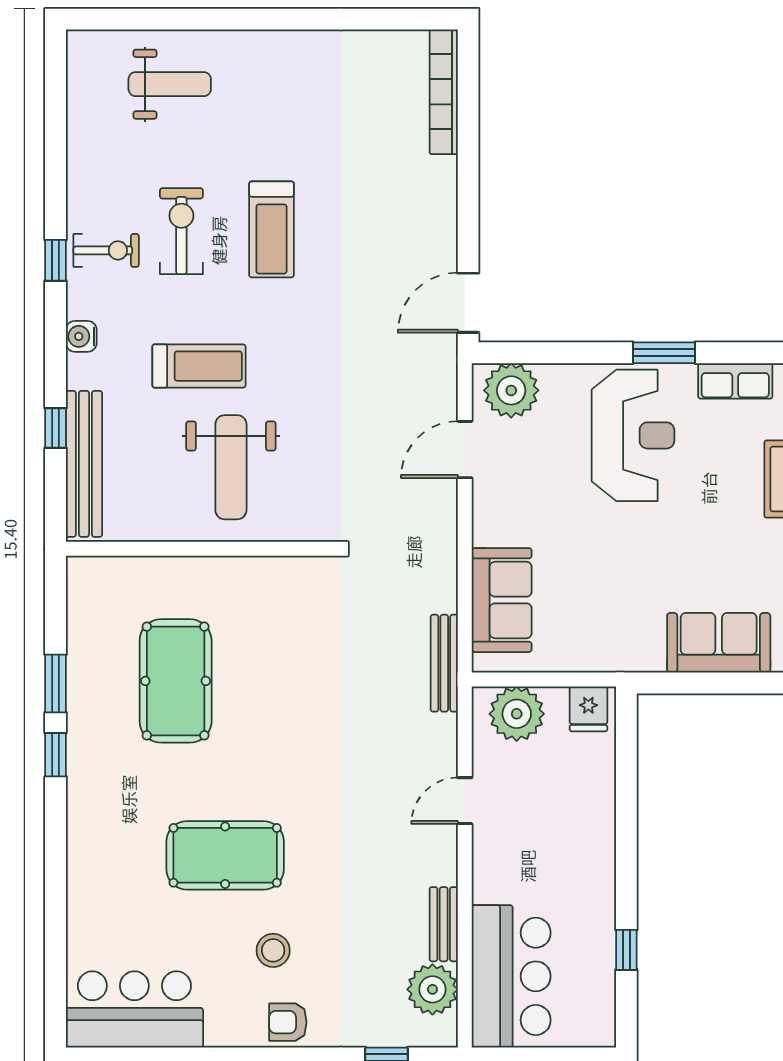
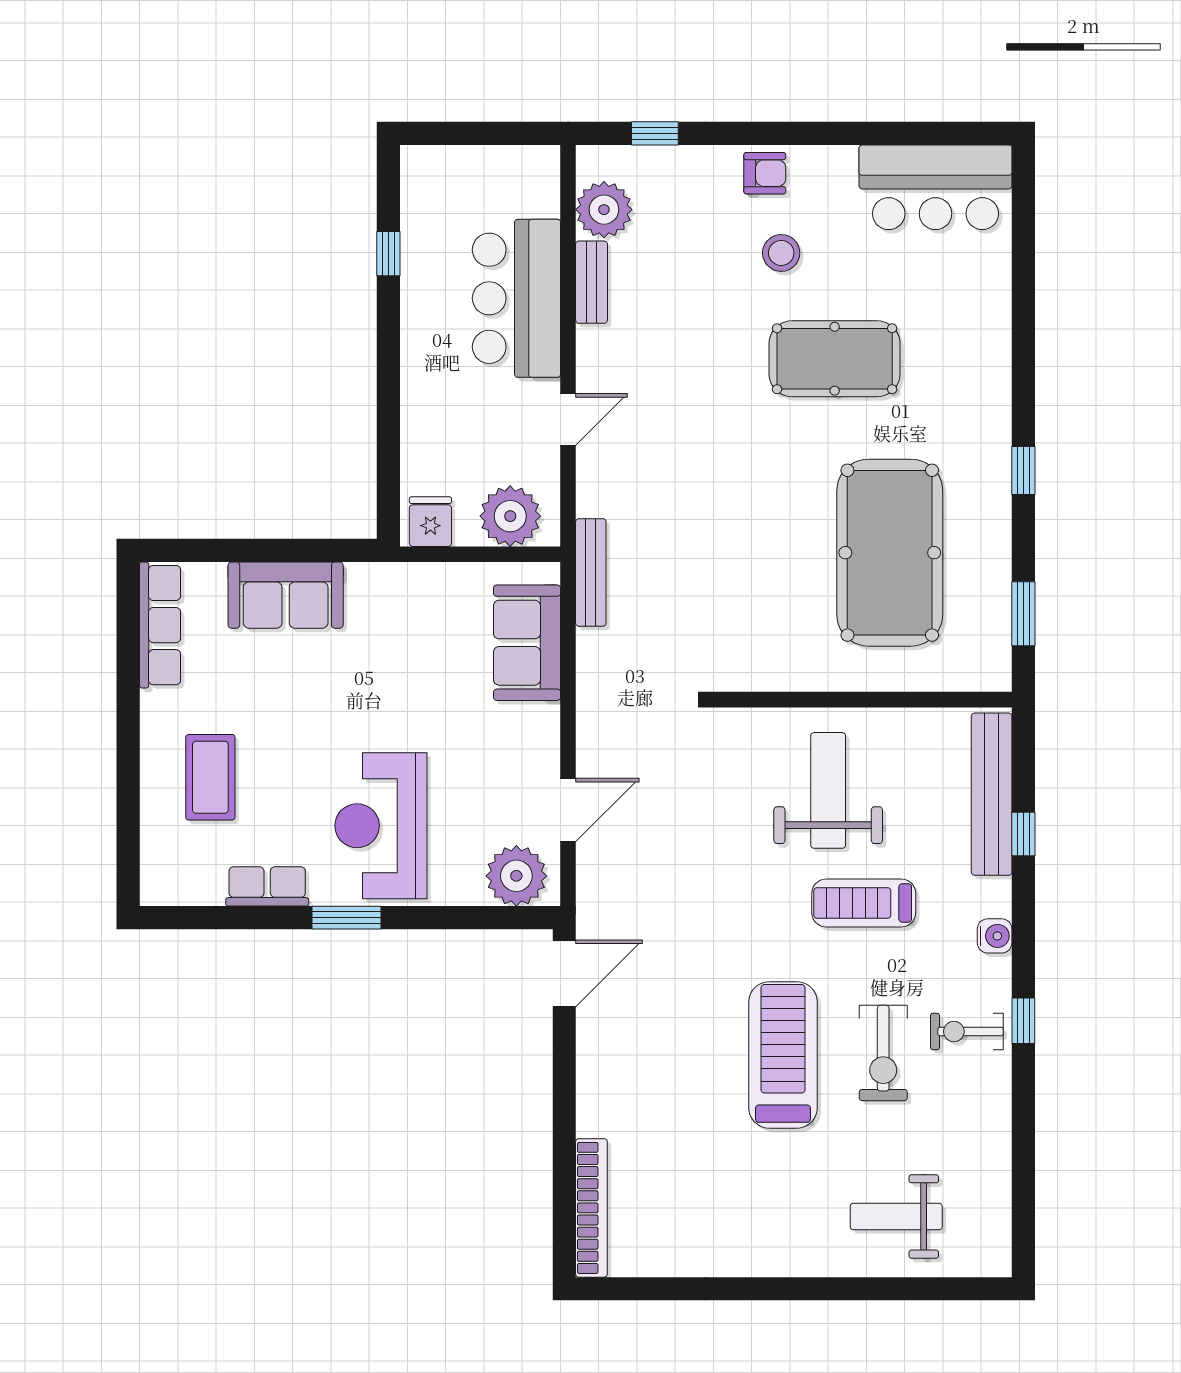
treadmill: (272, 229) -> (783, 1055), width x1.37, depth x1.38
pool table: (176, 681) -> (890, 553), width x1.36, depth x1.32
window: (55, 684) -> (1023, 614), moved
bar counter: (511, 976) -> (516, 298), moved

